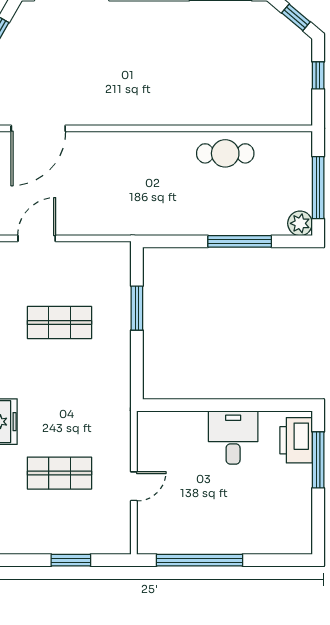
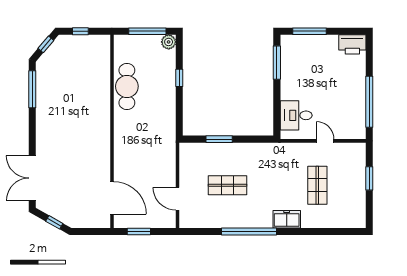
cafe table: (225, 153) -> (127, 86), width x1.37, depth x1.35
window: (240, 241) -> (179, 78), width x0.46
shop shelf: (59, 322) -> (228, 185), turned 90
window: (265, 405) -> (277, 63), added
desk: (233, 437) -> (296, 115), moved
printer: (296, 440) -> (352, 44), moved

